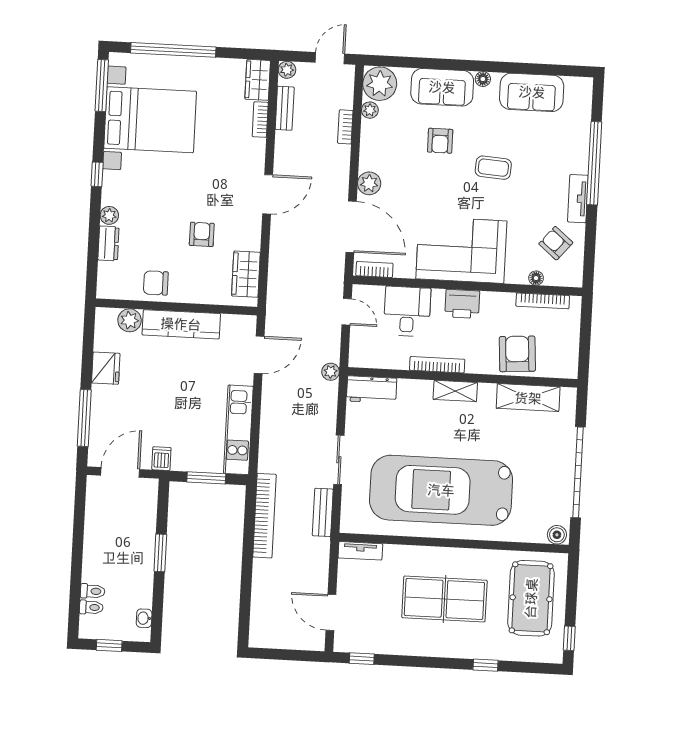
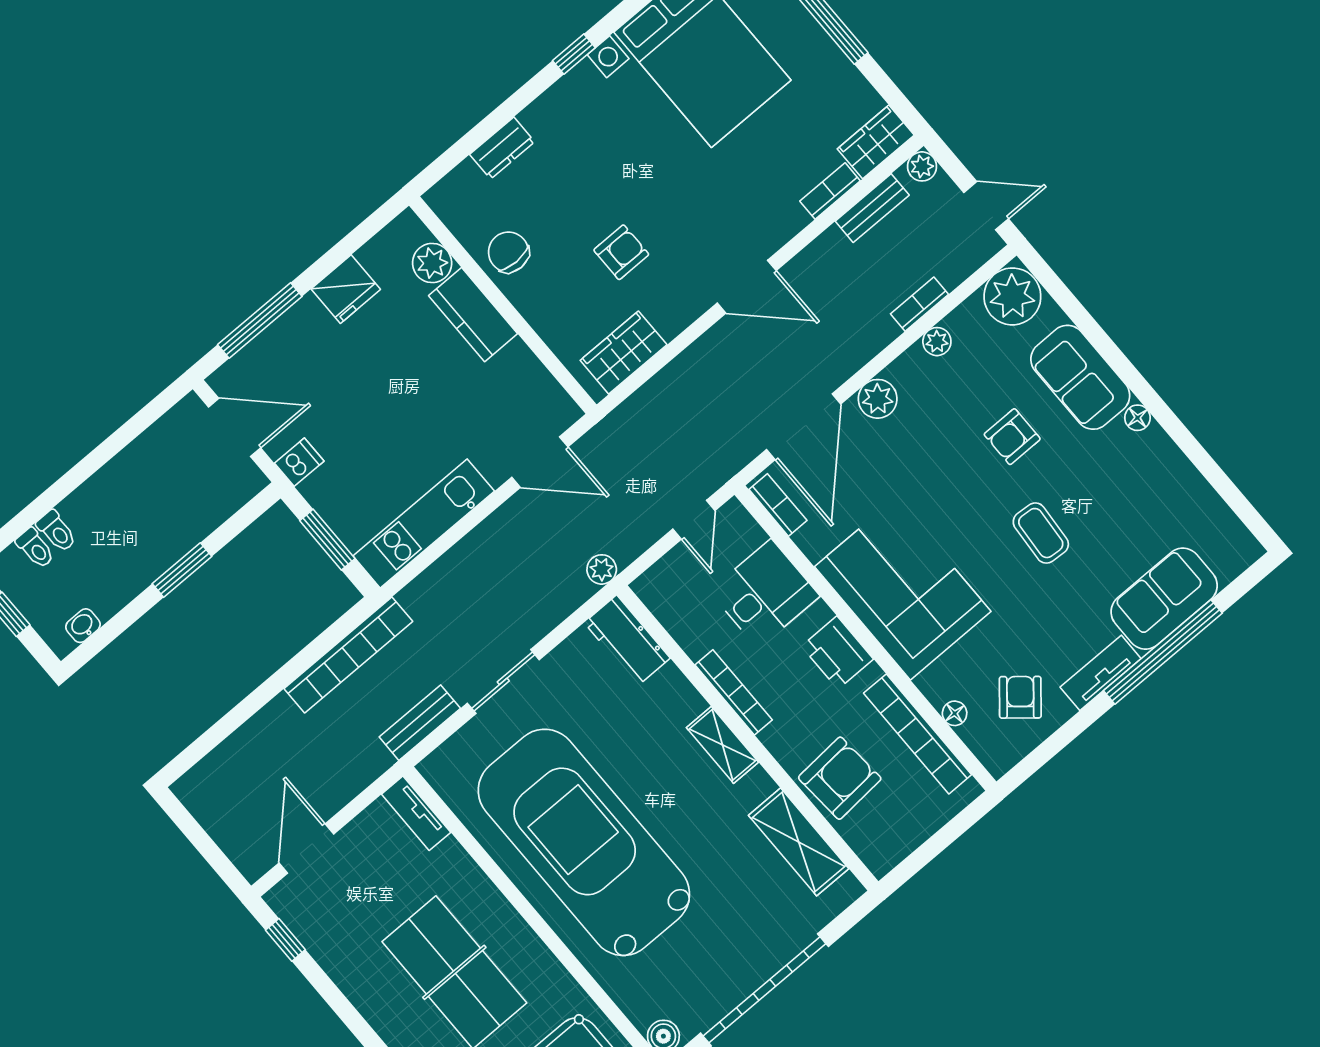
sofa: (532, 92) -> (1164, 599), moved, turned 90
plant: (370, 110) -> (937, 342), moved
plant: (109, 215) -> (538, 117), removed
bookcase: (543, 301) -> (918, 734), width x1.48, depth x1.31
kitchen counter: (181, 324) -> (473, 315), width x0.67

